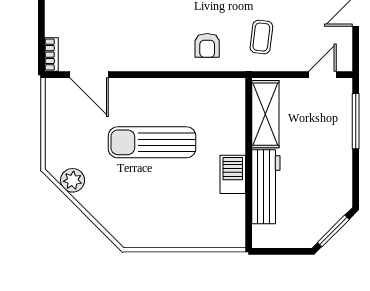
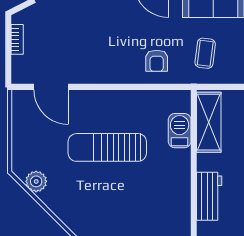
bookcase: (51, 55) -> (17, 39), moved
barbecue: (233, 174) -> (180, 131), moved
workbench: (266, 187) -> (209, 196), width x0.73

